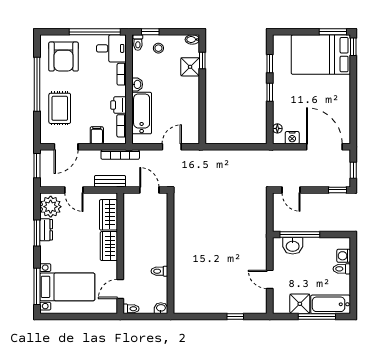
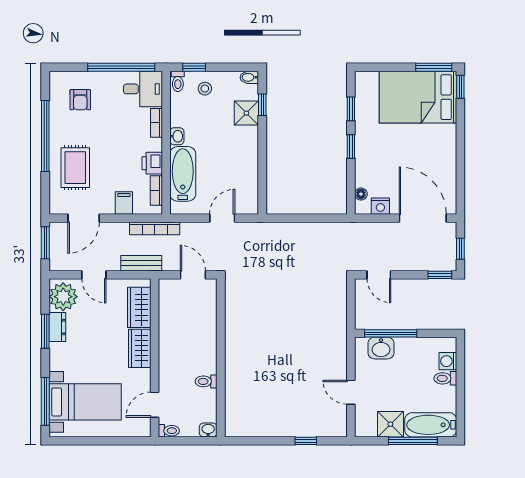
armchair: (64, 57) -> (80, 100), width x0.53, depth x0.53

